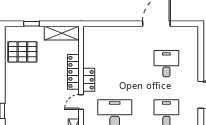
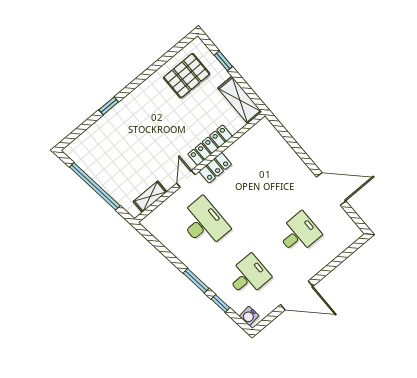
pallet: (22, 52) -> (187, 76), turned 90
door: (81, 102) -> (186, 179), hinge flipped

